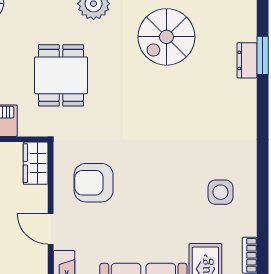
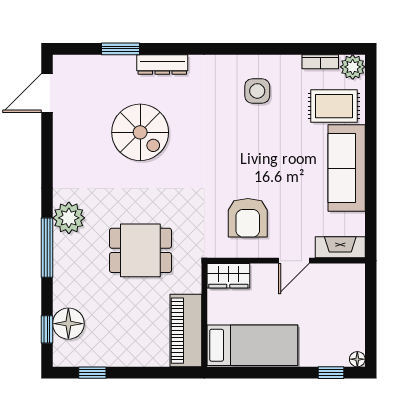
spiral stairs: (166, 37) -> (140, 132), moved
dresser: (247, 60) -> (162, 64), moved, width x1.44

